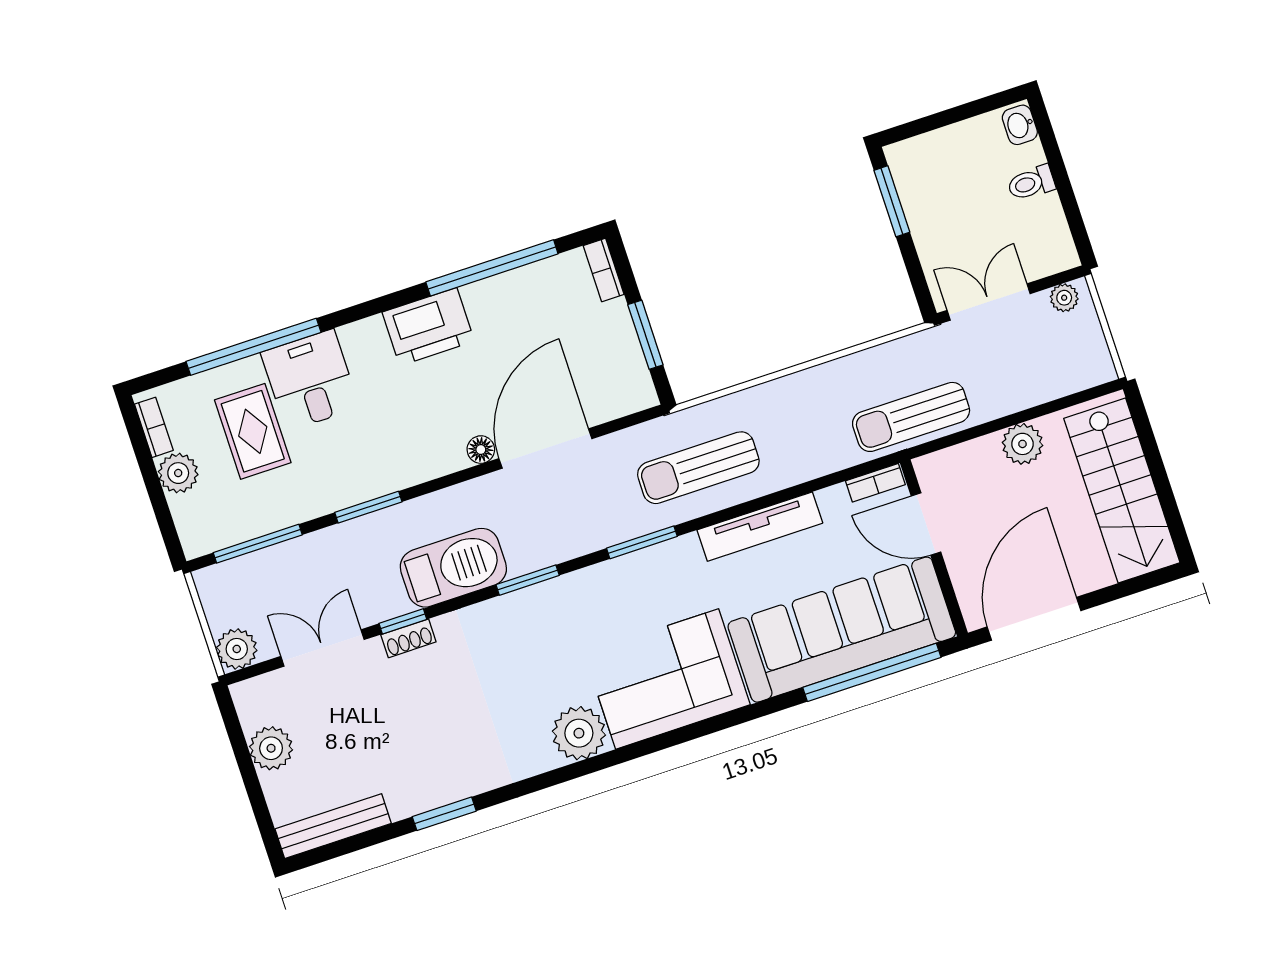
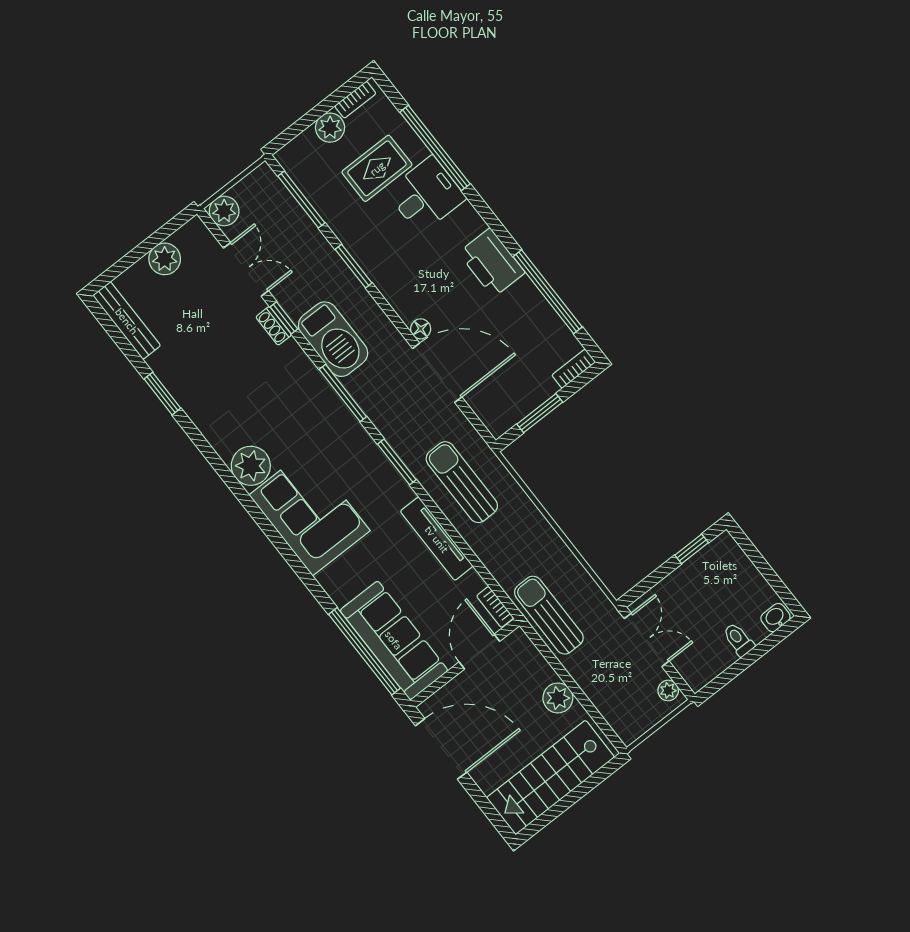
window: (892, 201) -> (692, 549), width x0.67
window: (528, 580) -> (343, 393), width x1.44
sofa: (842, 630) -> (394, 640), width x0.74, depth x0.79

